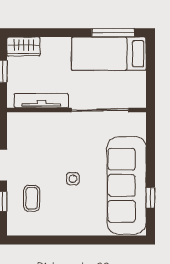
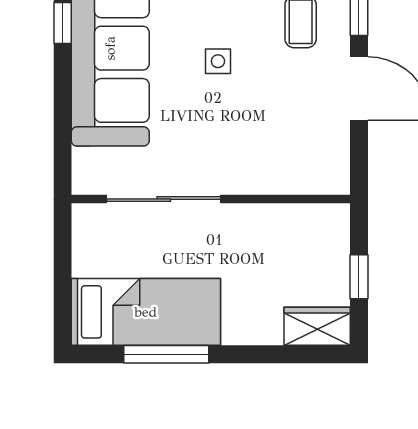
window: (113, 33) -> (166, 354), moved
tv unit: (41, 101) -> (281, 218), removed

